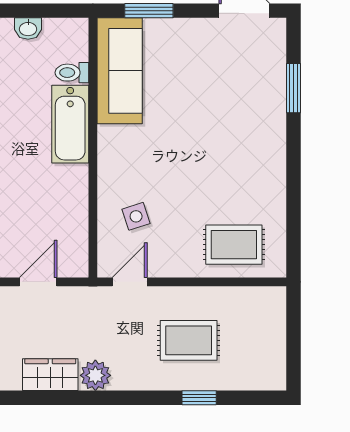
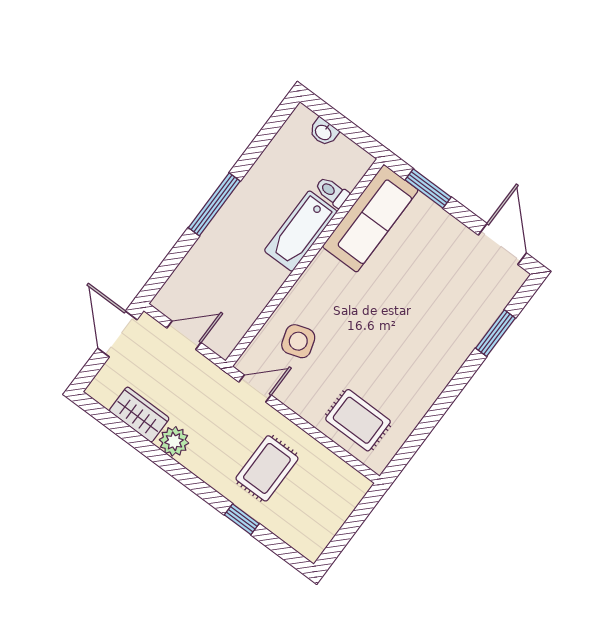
side table: (136, 216) -> (298, 341), width x1.37, depth x1.37
rug: (189, 340) -> (267, 468), turned 90

